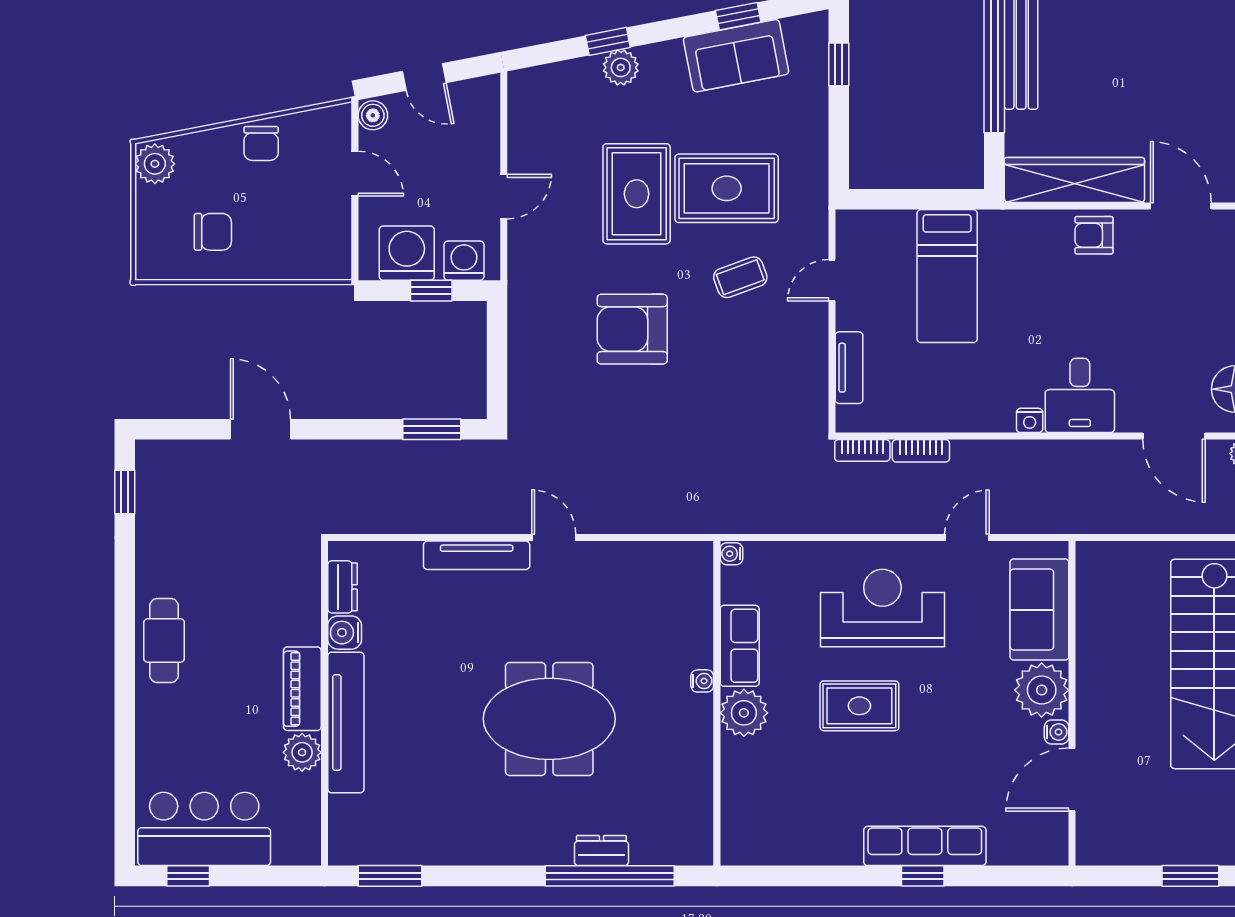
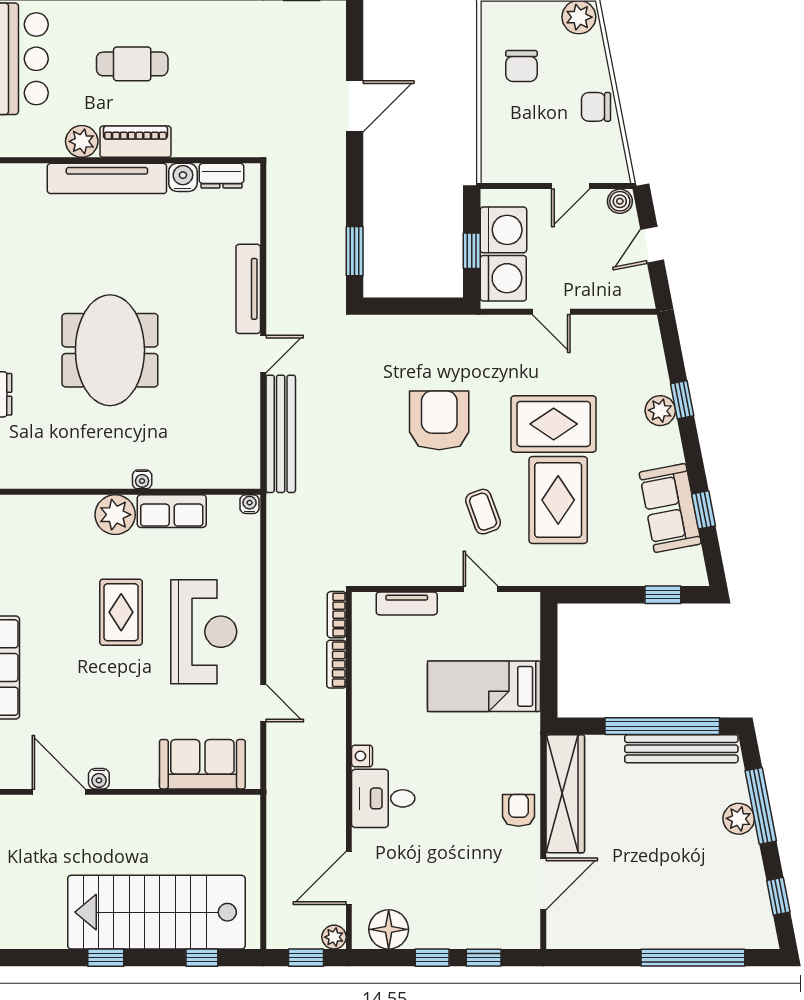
washing machine: (464, 261) -> (503, 278), width x1.37, depth x1.37
bench: (648, 517) -> (281, 434), added
cafe table: (164, 641) -> (132, 64), moved
plant: (1042, 690) -> (134, 766), removed

